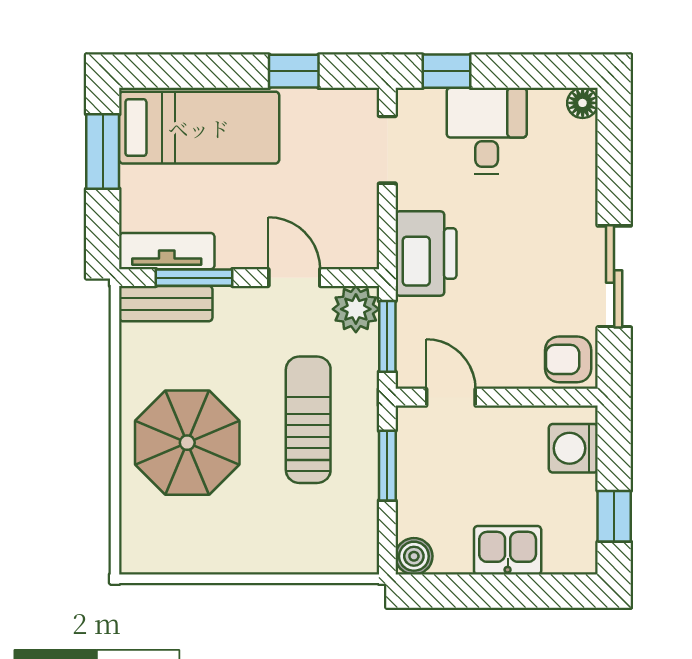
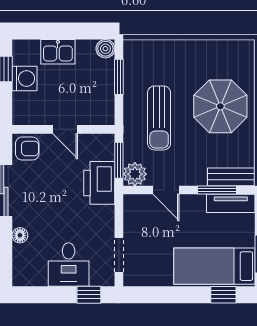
window: (294, 71) -> (223, 295), moved
floor lamp: (583, 103) -> (20, 235), moved
printer: (426, 254) -> (99, 183), moved
door: (451, 397) -> (65, 129), moved
washing machine: (573, 448) -> (25, 79), moved
window: (387, 466) -> (119, 77), moved

